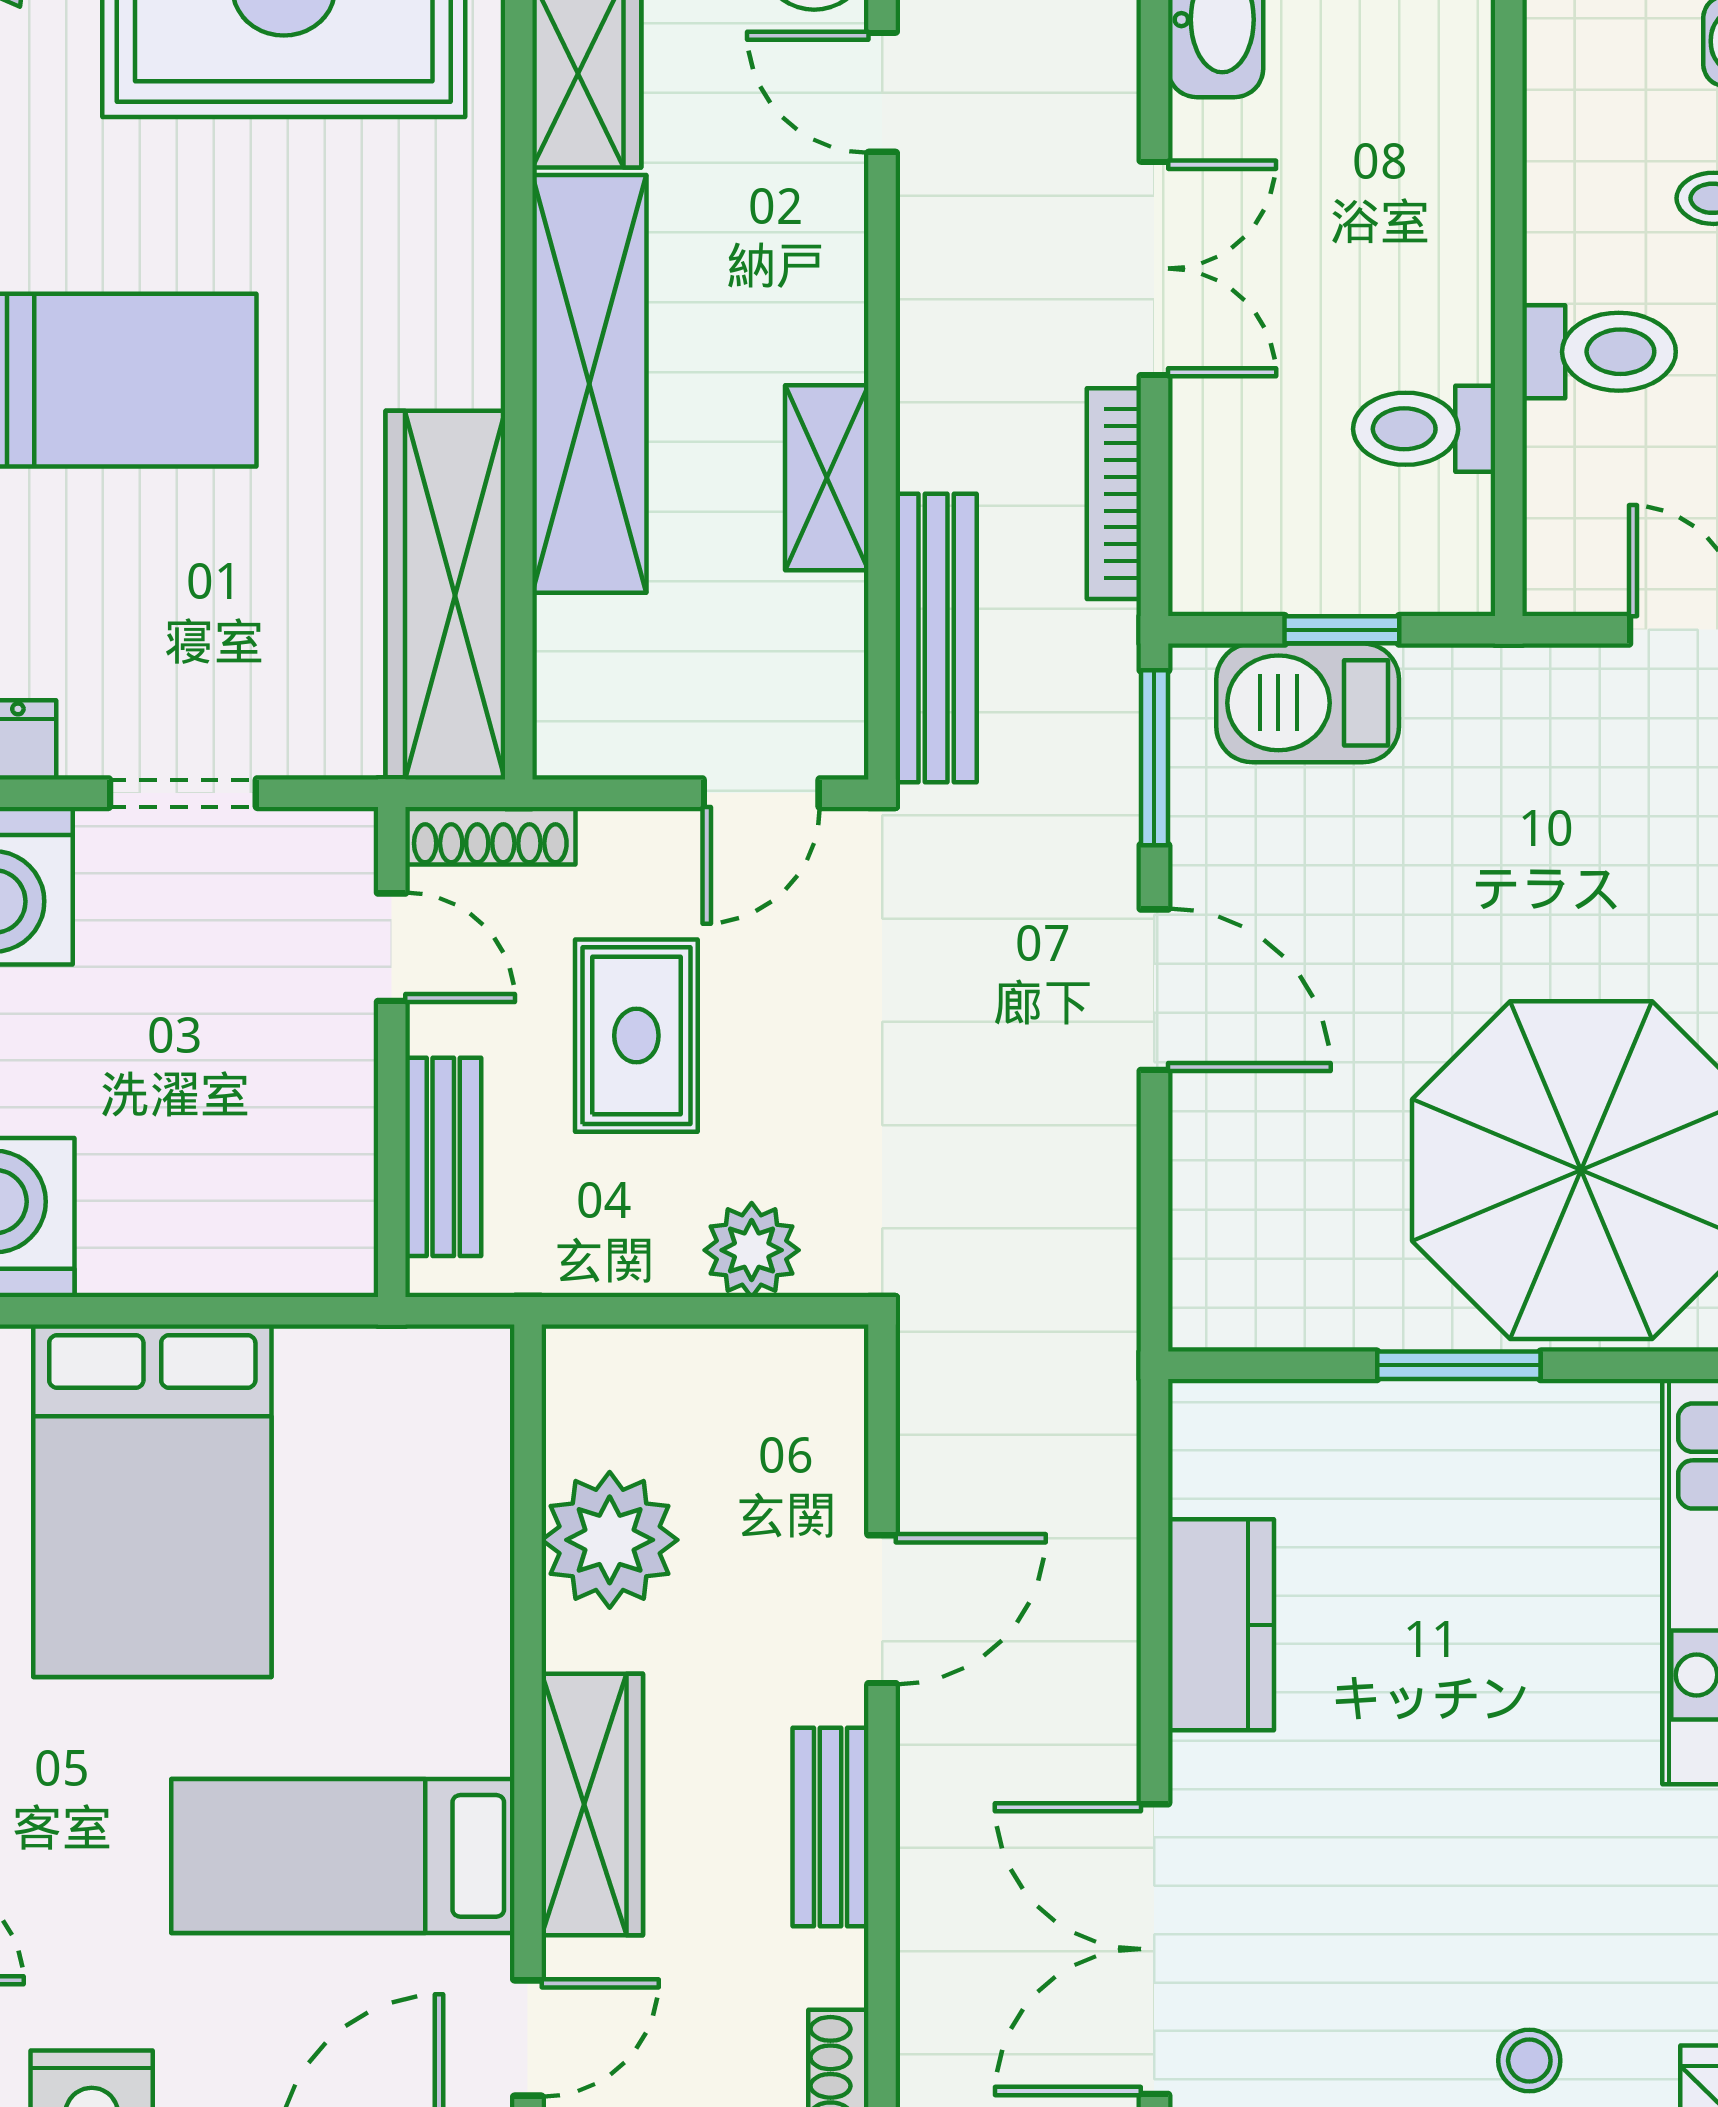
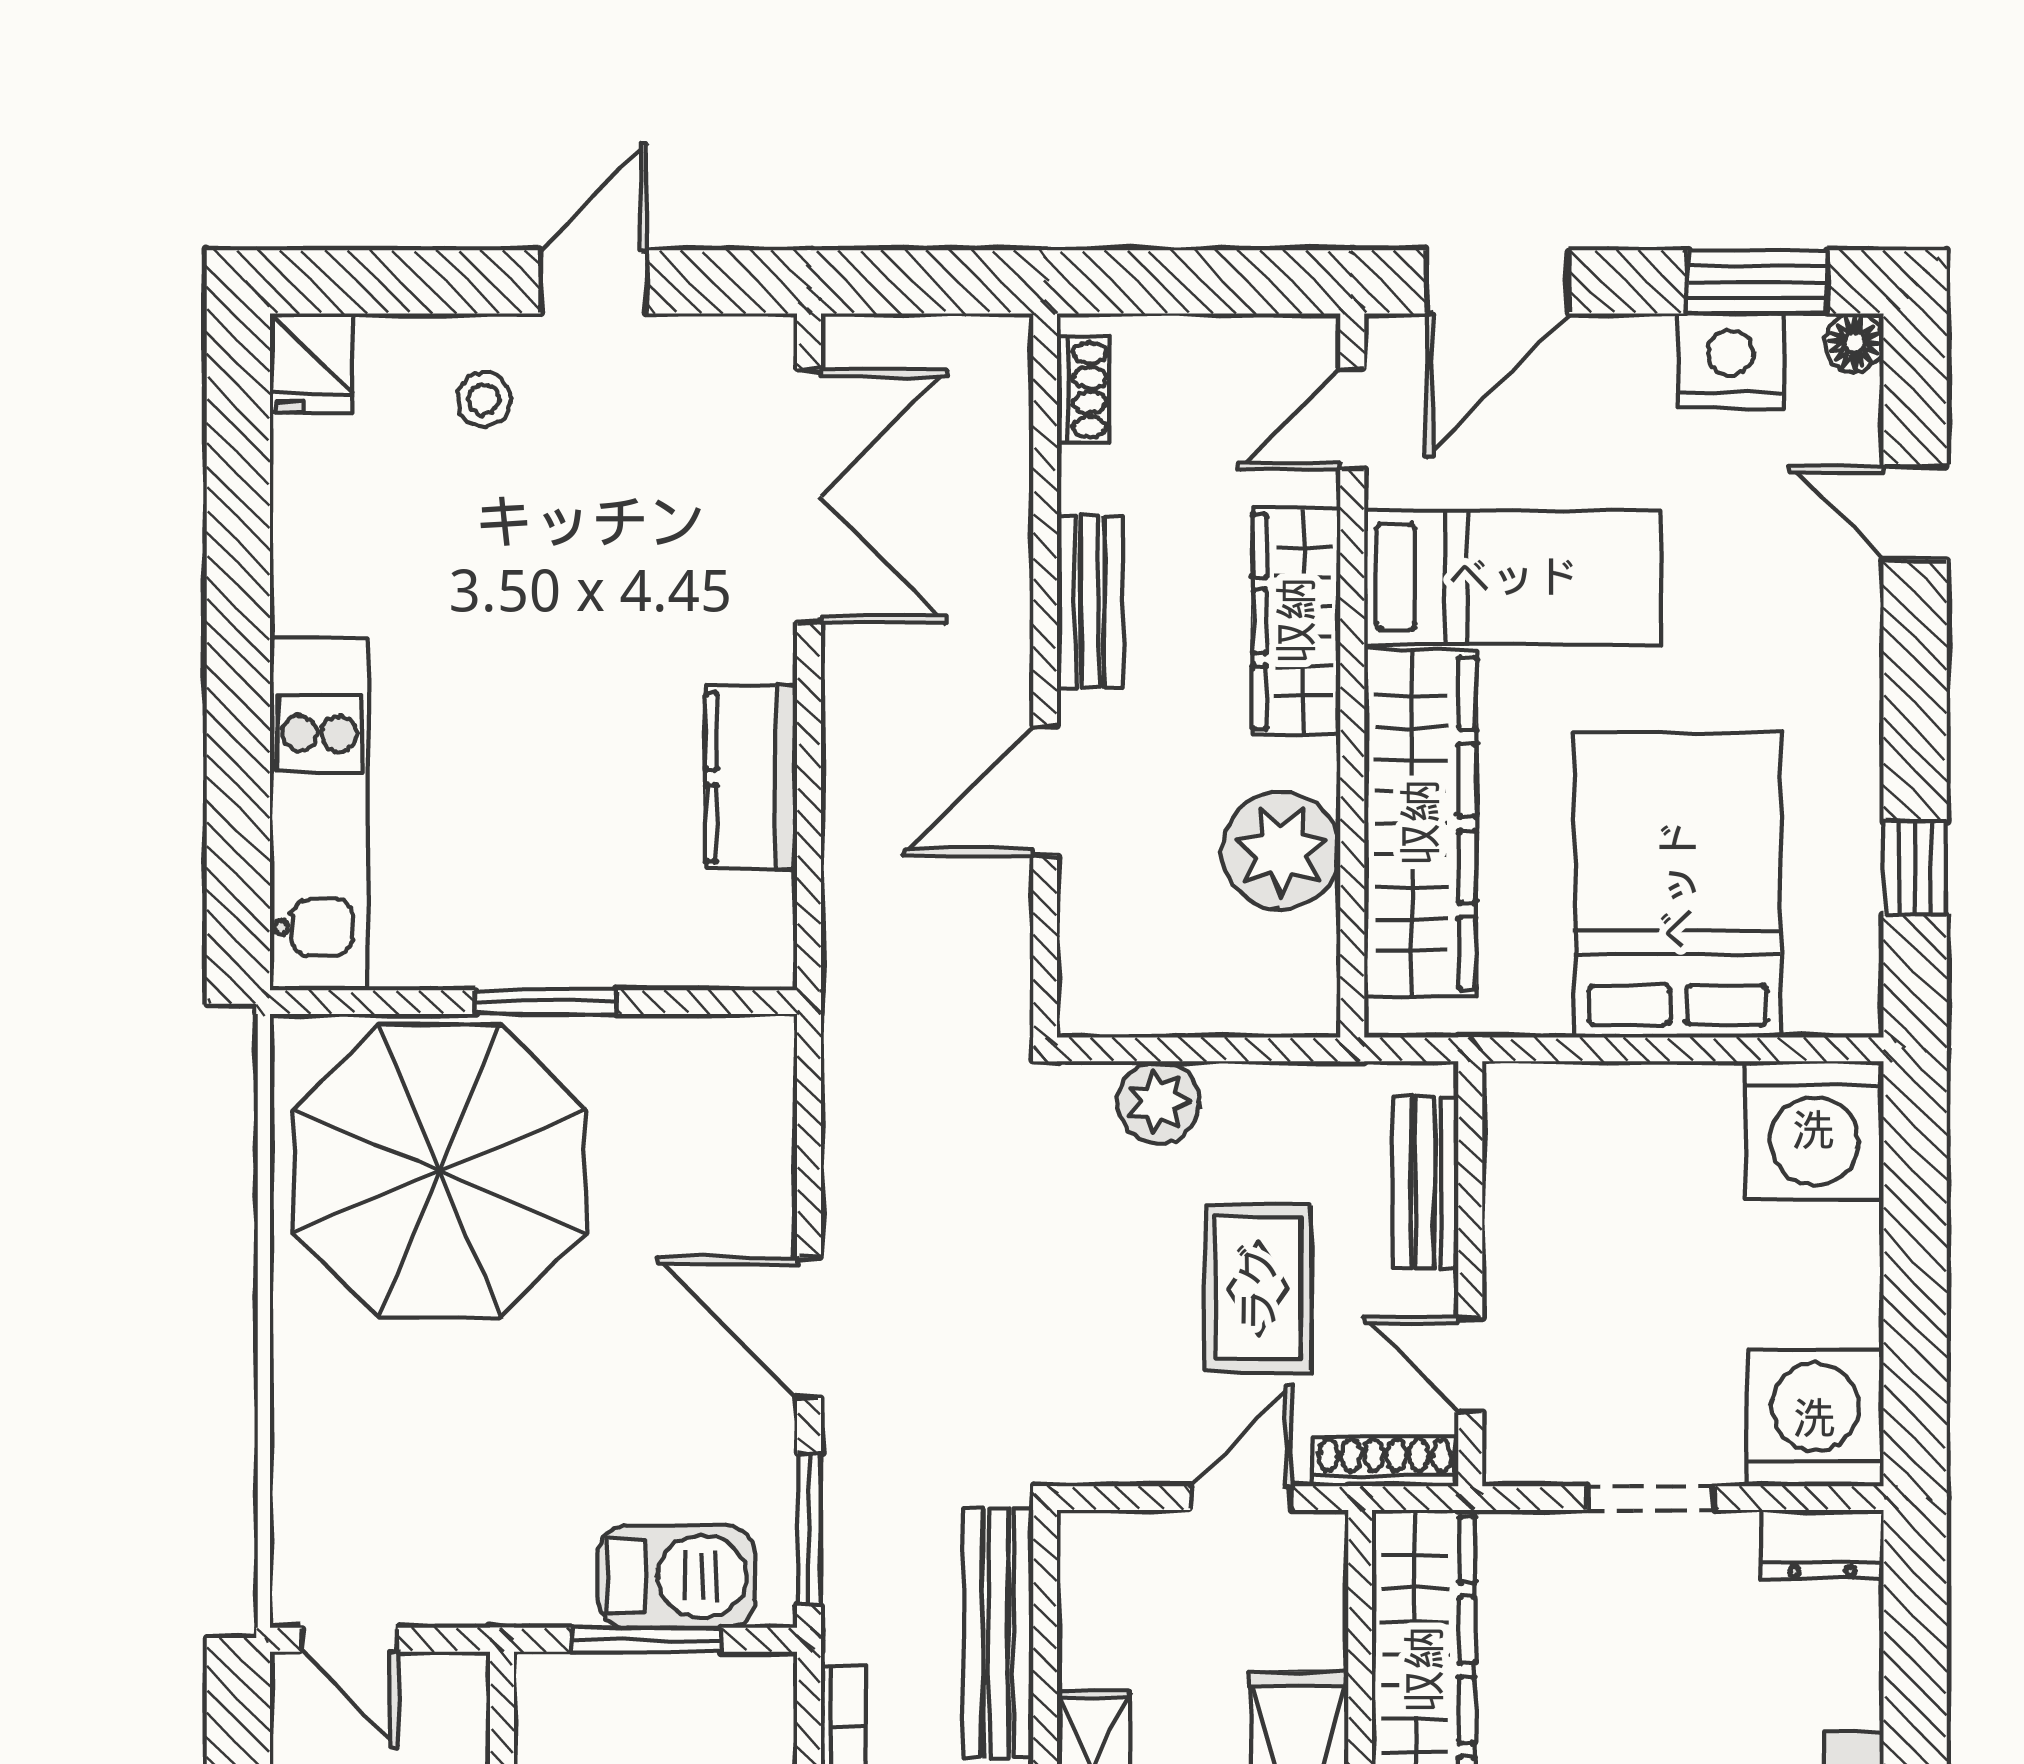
window: (1342, 630) -> (647, 1640), width x1.50
door: (761, 793) -> (1241, 1498), moved
wardrobe: (450, 1572) -> (1420, 823), added

